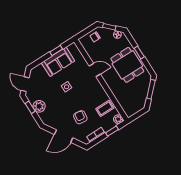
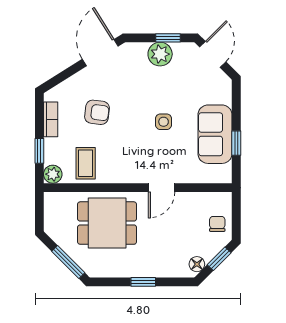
dining table: (127, 65) -> (107, 223), moved
door: (25, 84) -> (213, 54), hinge flipped
door: (64, 136) -> (100, 53), moved

